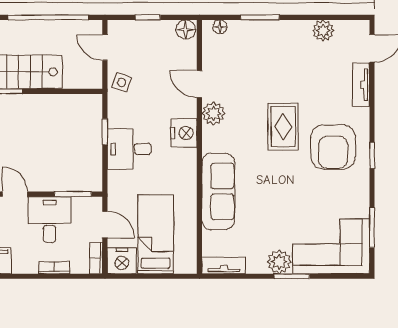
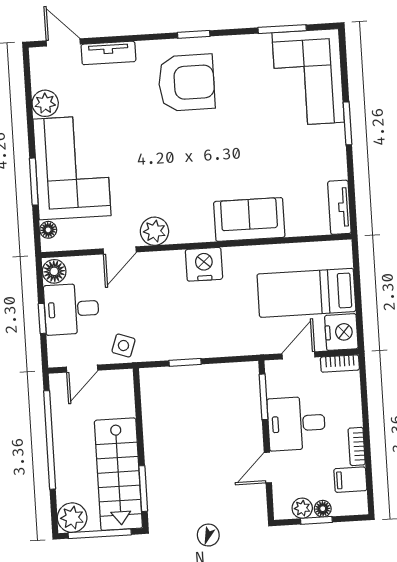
corner sofa: (270, 49) -> (72, 167), added
rug: (283, 126) -> (165, 145), removed
nightstand: (184, 133) -> (204, 264), moved
desk: (129, 149) -> (71, 309), moved, turned 90
sofa: (218, 191) -> (249, 219), width x0.73
plant: (279, 262) -> (331, 140), removed
bookcase: (54, 268) -> (357, 446), moved

